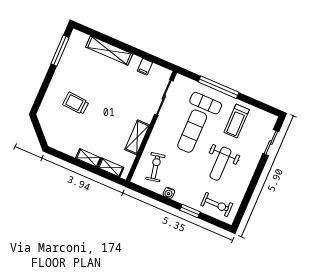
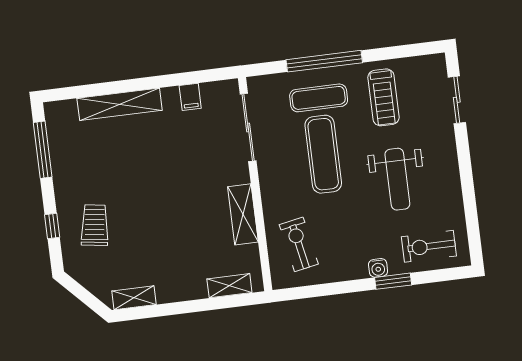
window: (43, 90) -> (52, 226), added
trolley: (76, 103) -> (95, 225), moved, turned 94
shelving: (88, 158) -> (134, 298), moved
water cooler: (169, 193) -> (378, 268), moved
exercise bike: (217, 204) -> (429, 246), turned 180

